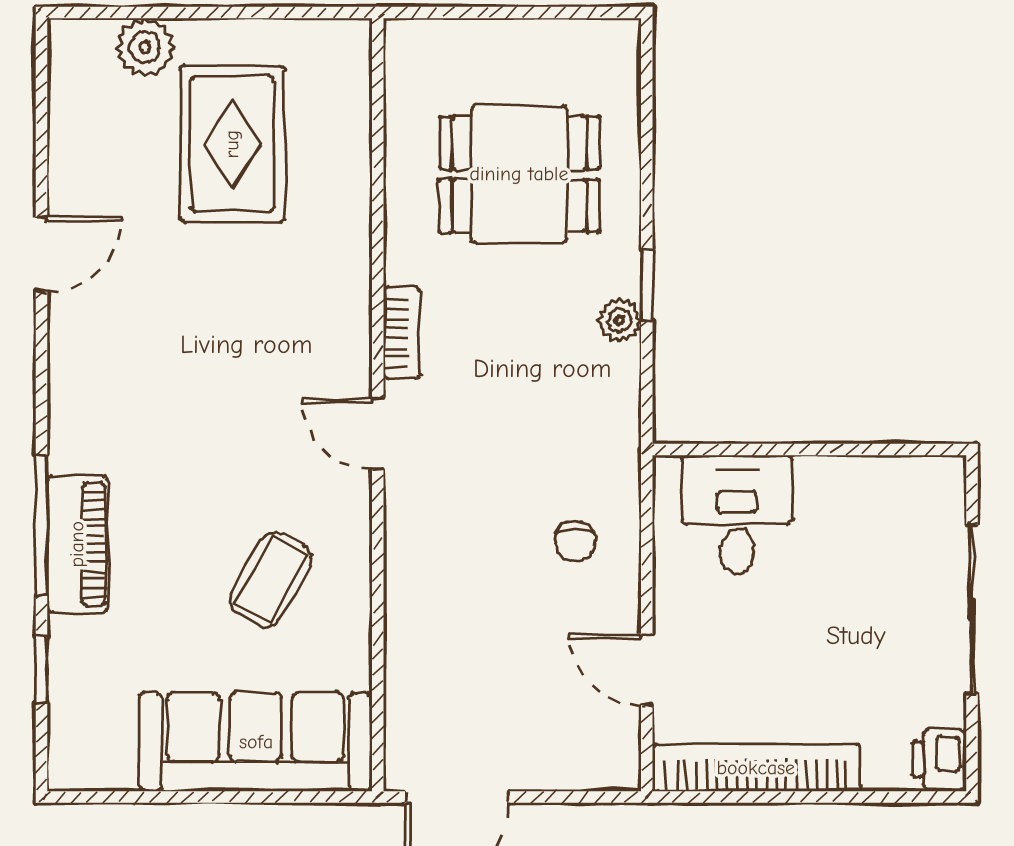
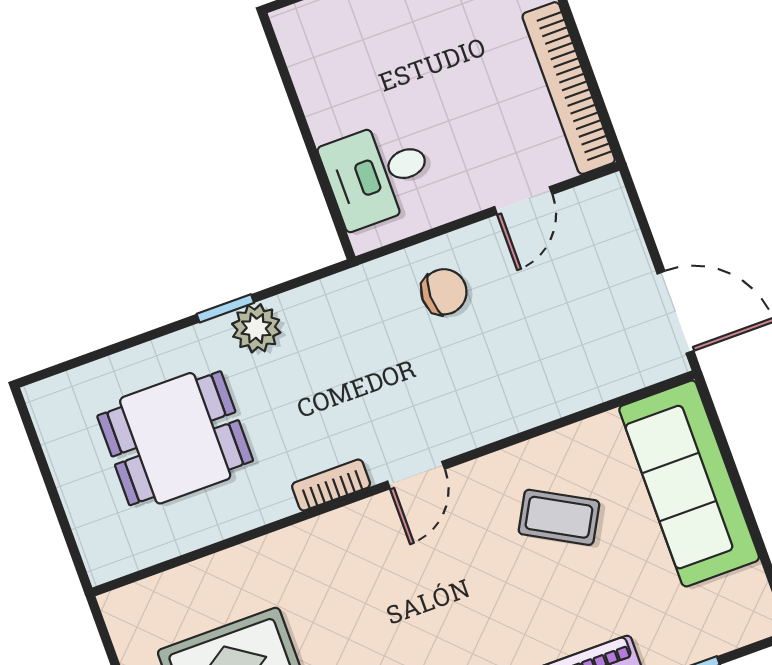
dining table: (519, 174) -> (175, 438), turned 90
plant: (620, 320) -> (256, 328), width x1.38, depth x1.38
chair: (575, 541) -> (444, 292), width x1.37, depth x1.37

